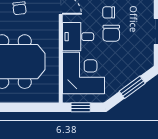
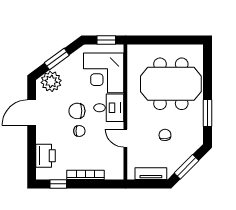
chair: (111, 33) -> (77, 111), turned -90
plant: (138, 64) -> (51, 81), added

